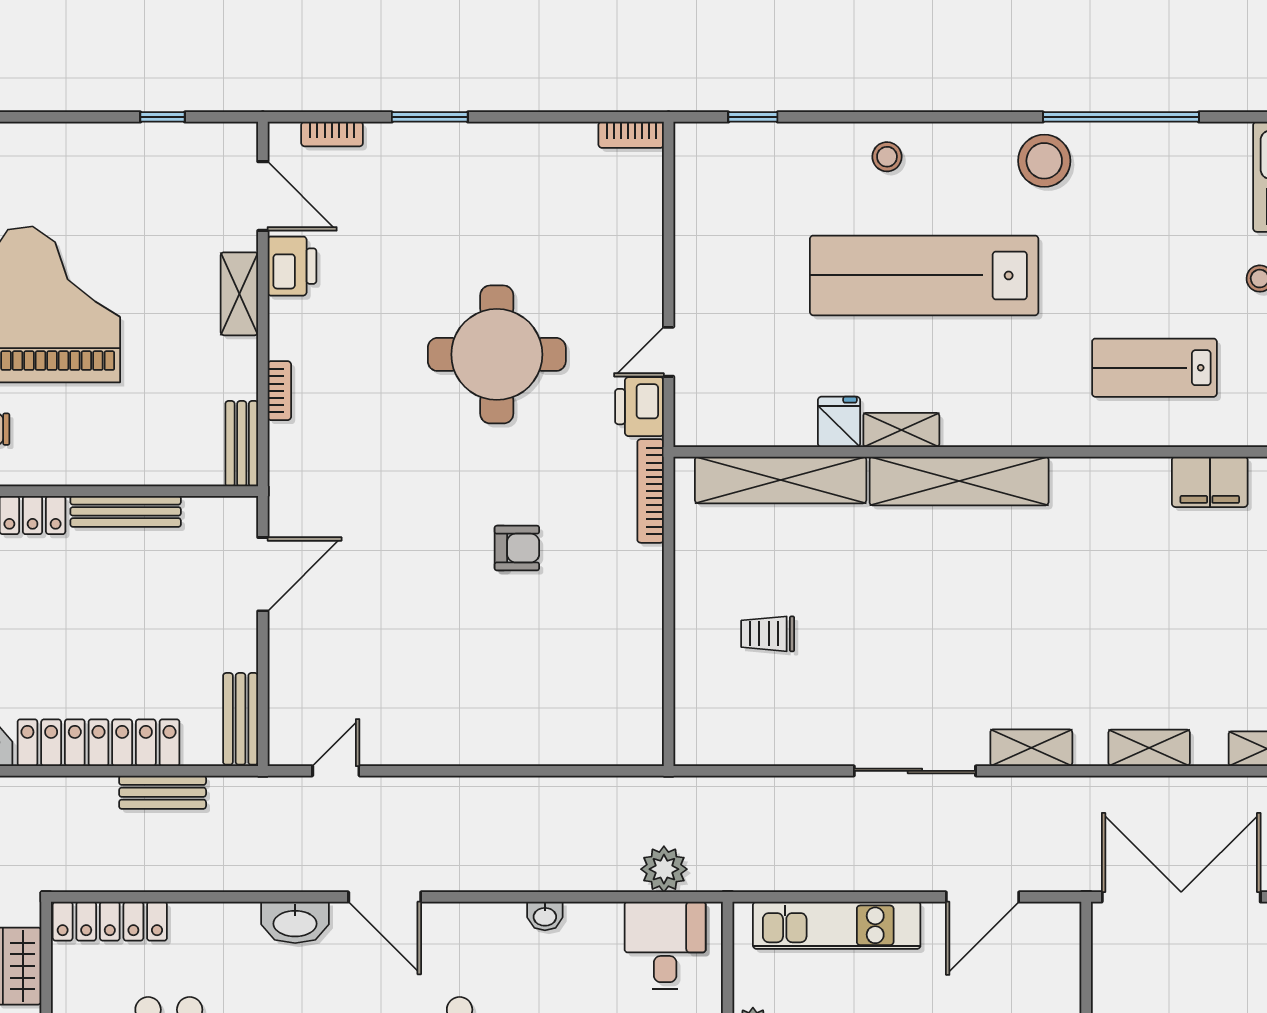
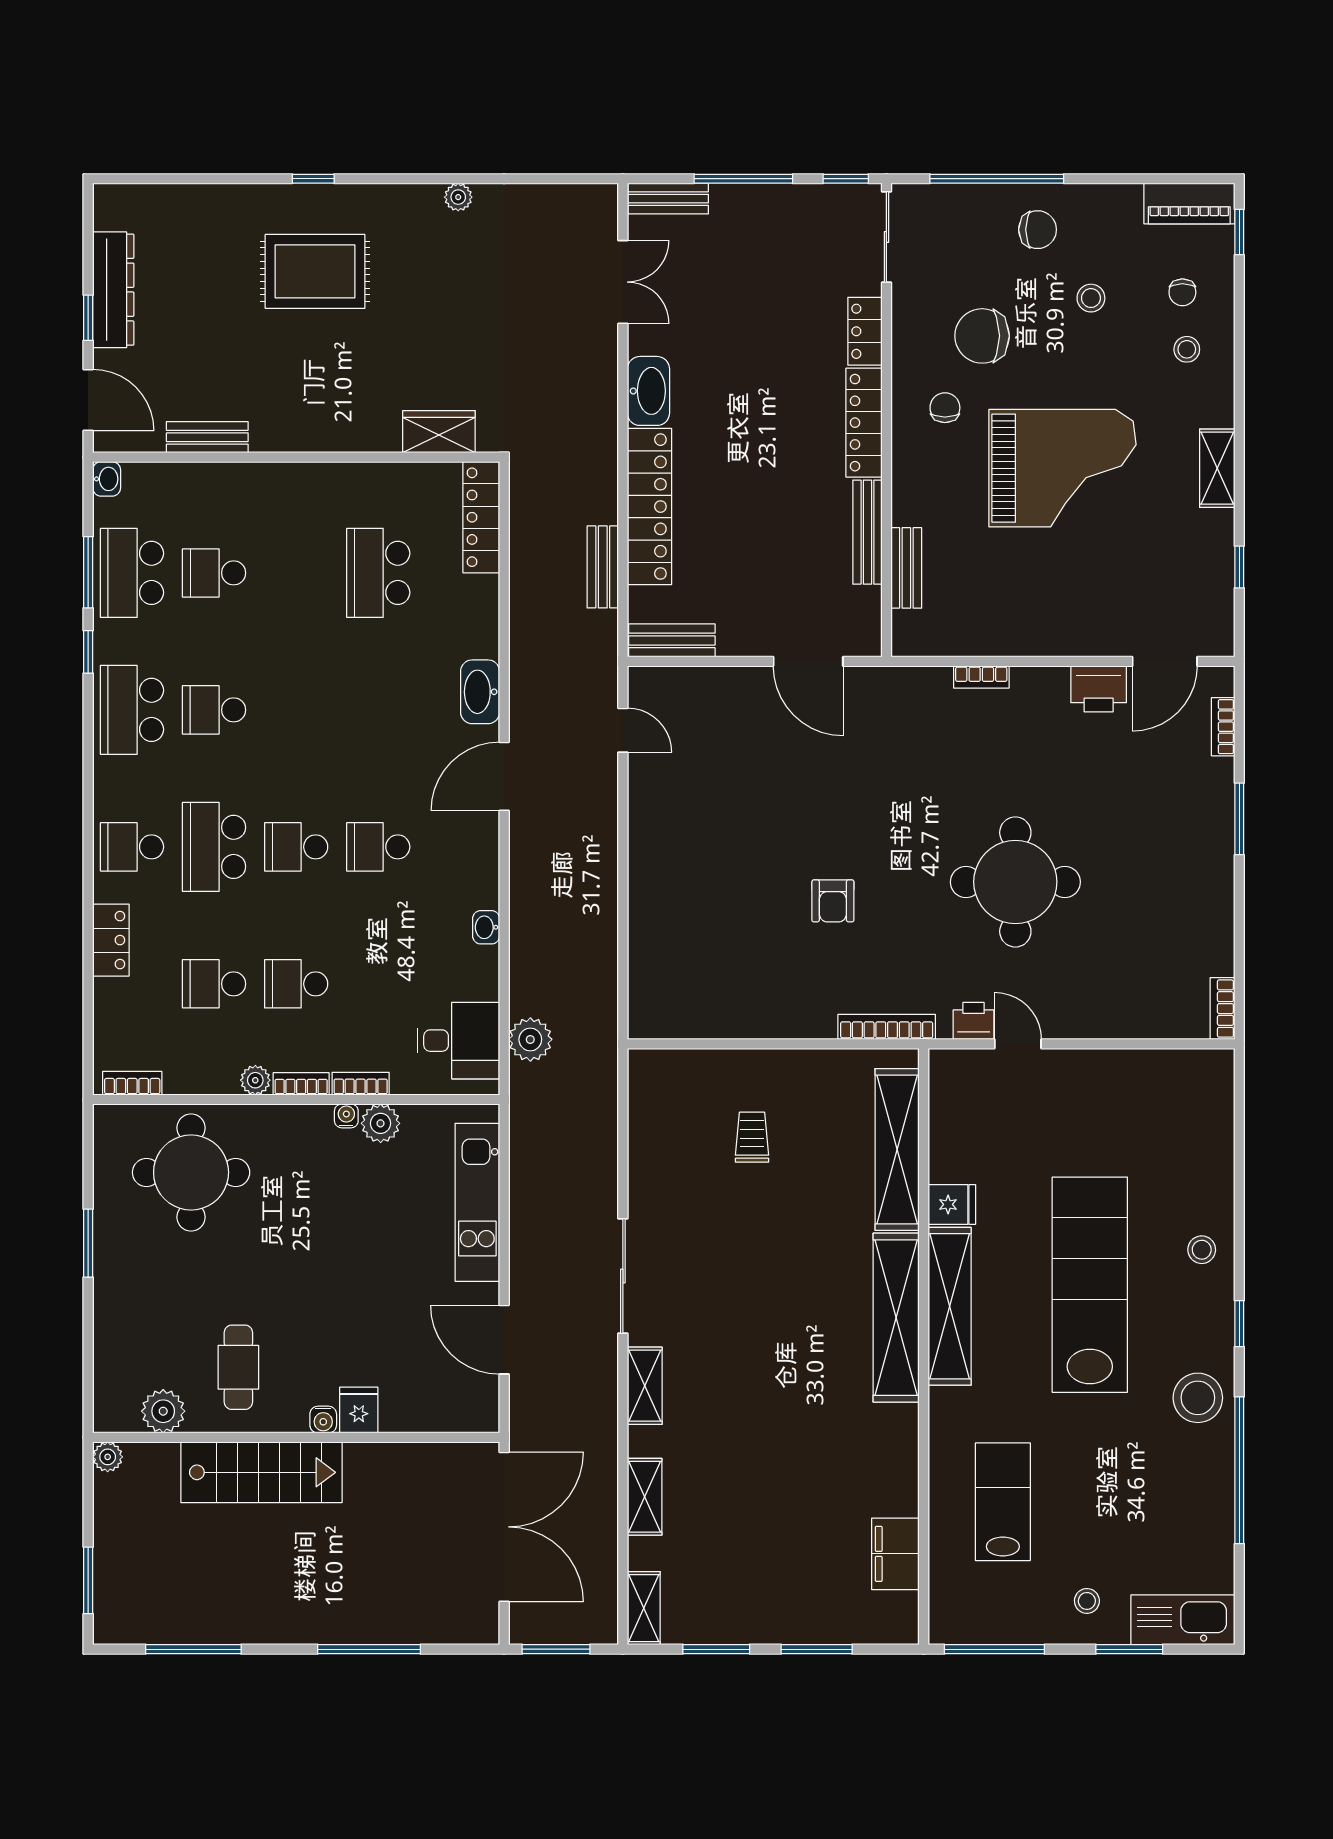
window: (753, 117) -> (1239, 1324), moved
shelving: (239, 294) -> (1217, 468), moved, turned 90
printer: (640, 407) -> (974, 1021), width x0.73, depth x0.81
shelving: (901, 430) -> (950, 1306), width x2.20, depth x1.33
bench: (242, 444) -> (906, 568), moved, turned 90

